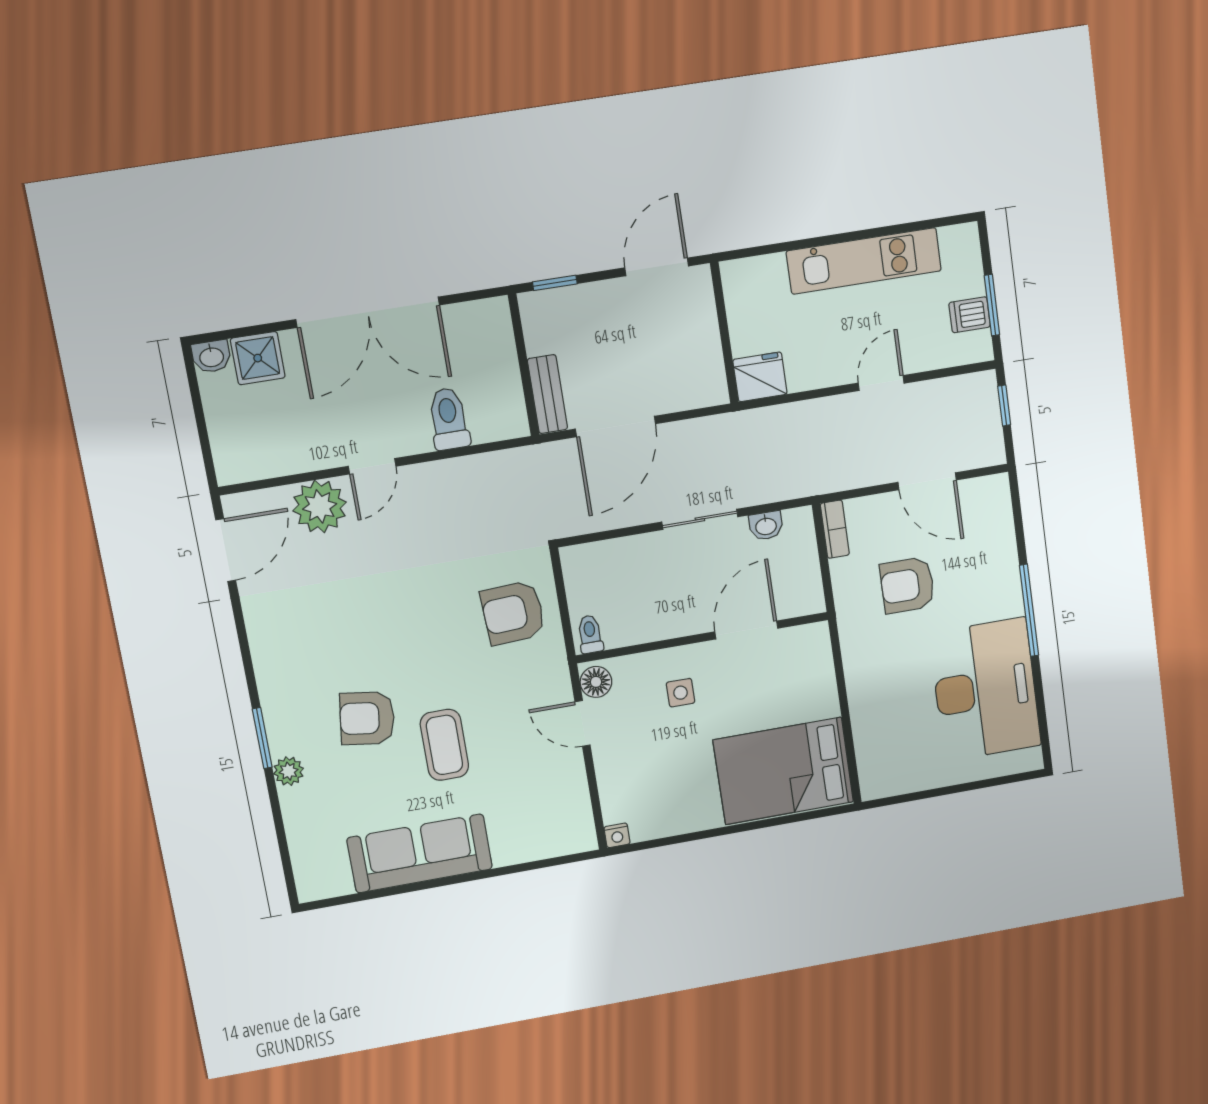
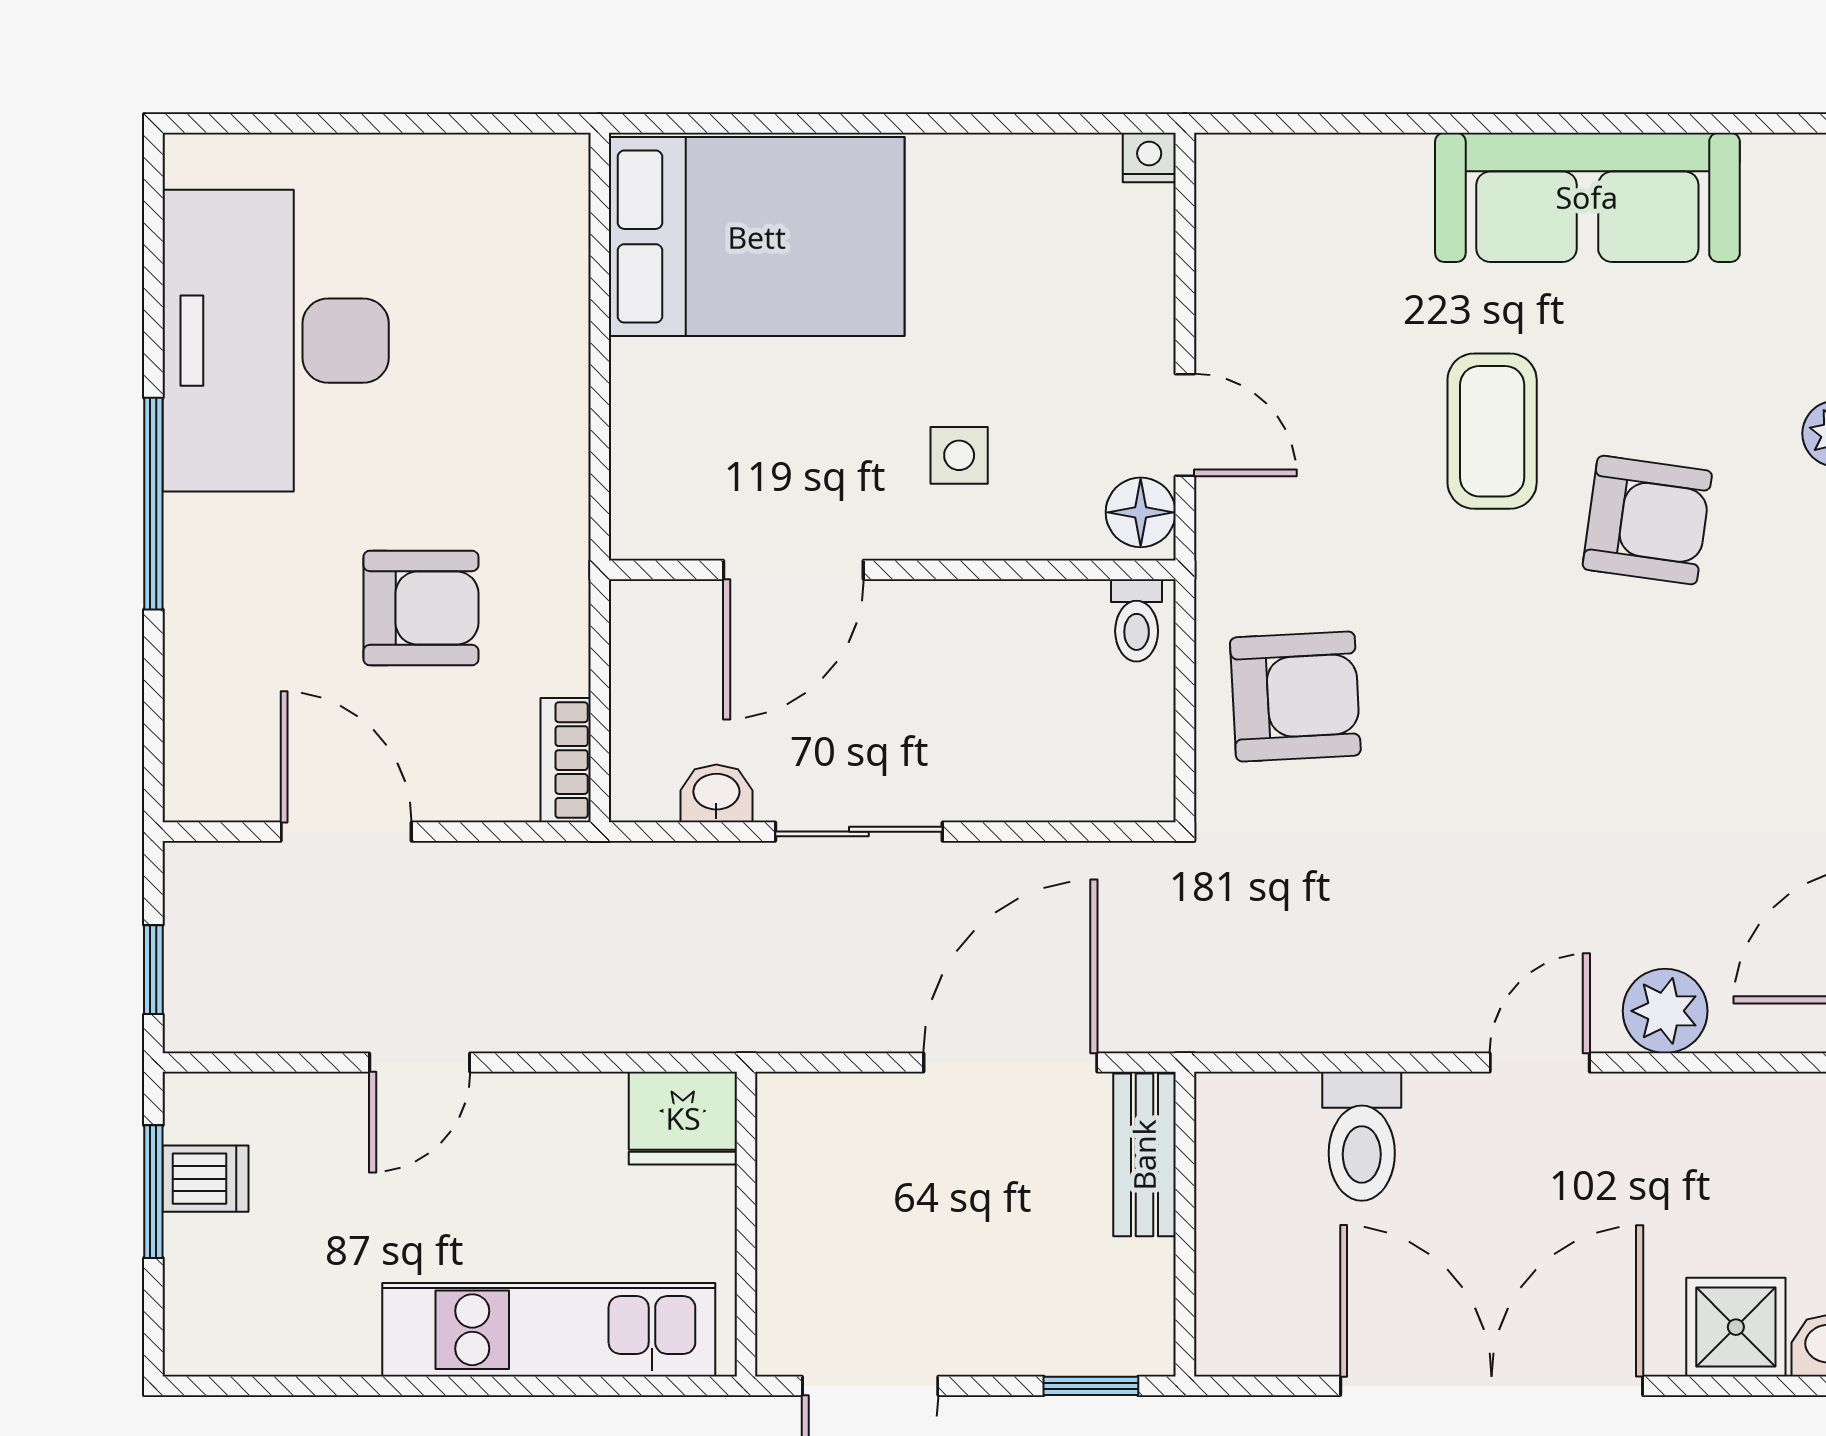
kitchen unit: (864, 261) -> (549, 1330), moved
plant: (320, 506) -> (1665, 1011), width x0.73, depth x0.73

